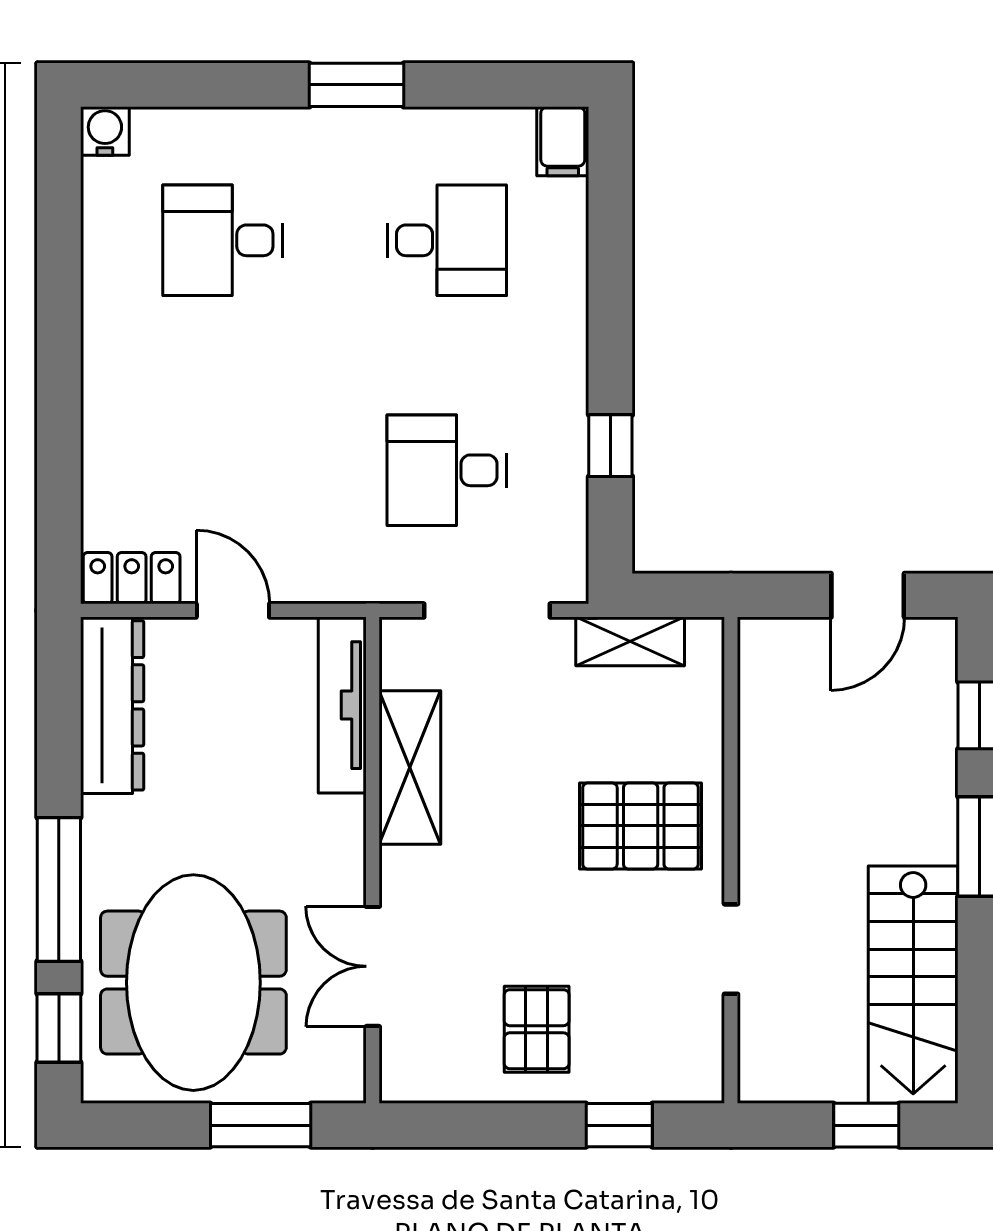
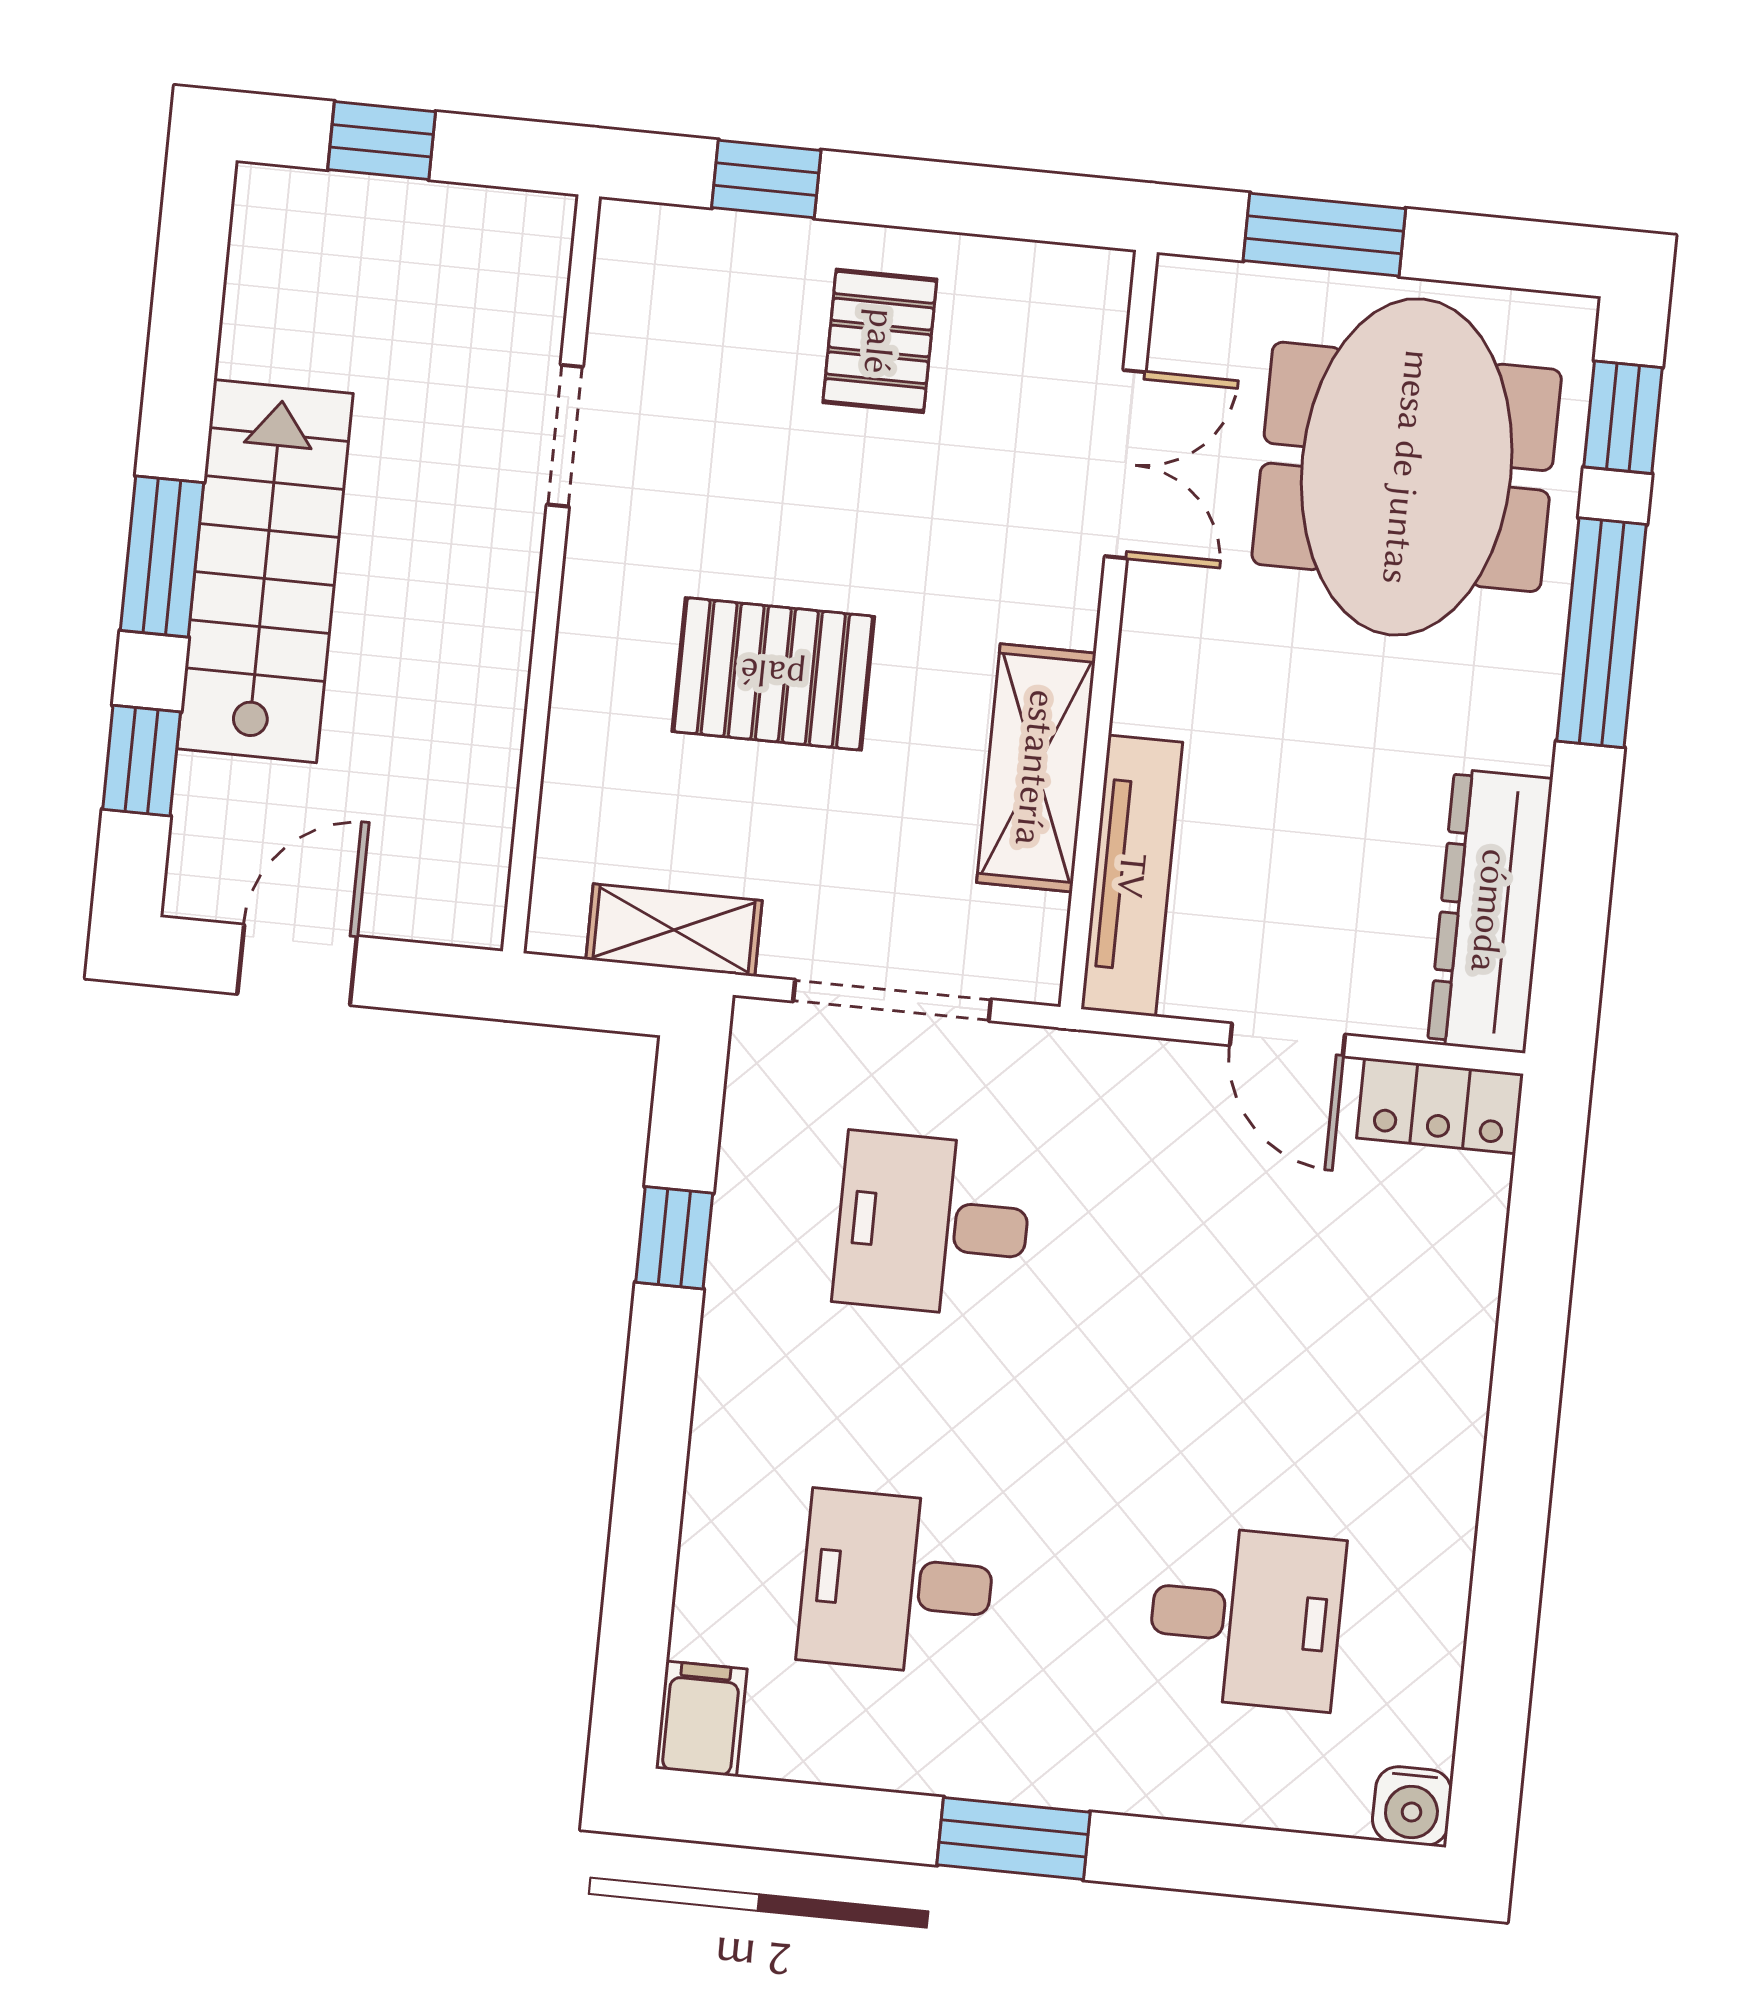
desk: (447, 470) -> (933, 1225), turned 180
pallet: (641, 826) -> (773, 674), moved
stairs: (913, 985) -> (265, 571), moved

